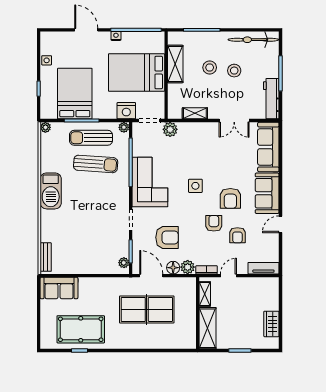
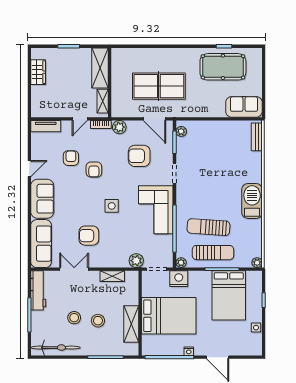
armchair: (230, 198) -> (89, 236), moved, turned -90
floor lamp: (173, 268) -> (133, 127), removed

